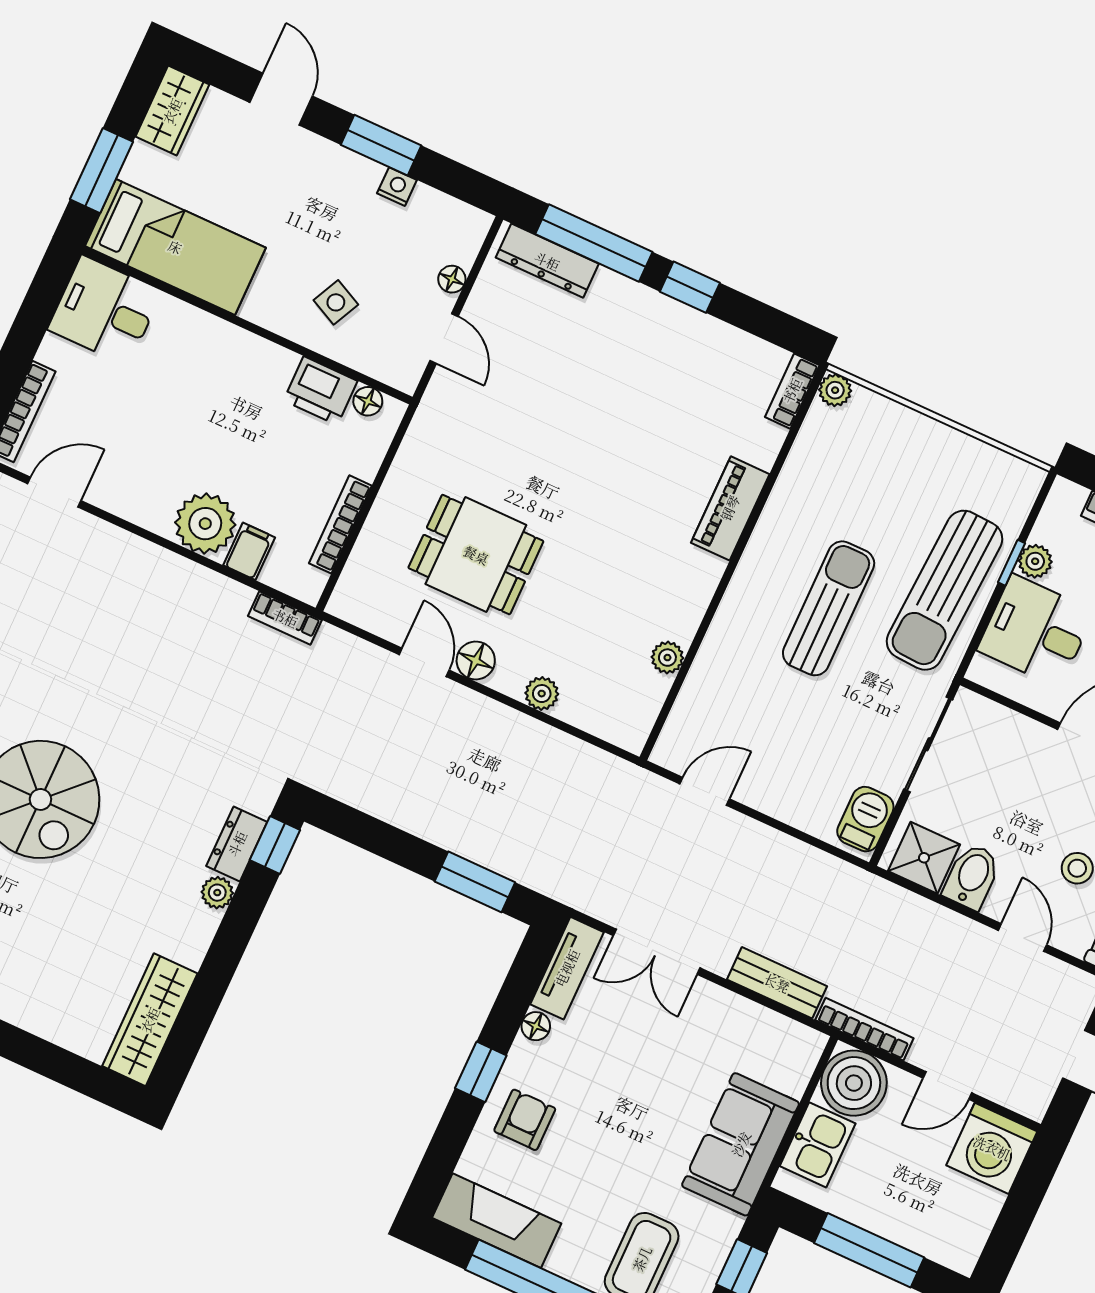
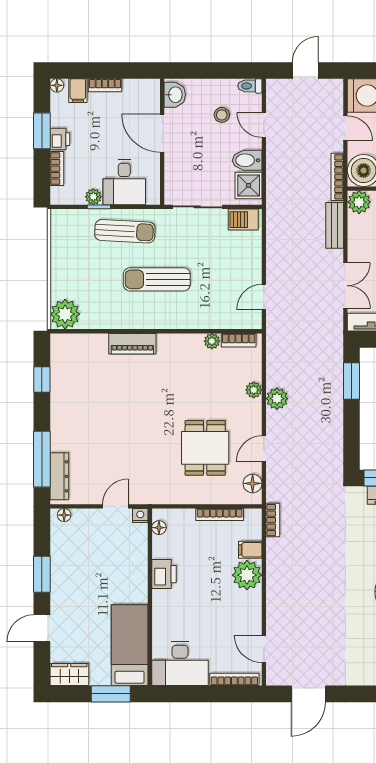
nightstand: (397, 187) -> (140, 516), moved, turned 90
floor lamp: (452, 279) -> (64, 515), moved
window: (690, 287) -> (42, 380), moved
side table: (336, 302) -> (121, 562), removed
desk: (105, 310) -> (180, 664), width x1.37
plant: (835, 390) -> (65, 314), width x1.88, depth x1.88
printer: (320, 391) -> (164, 574), moved
bookcase: (792, 391) -> (239, 340), moved
sun lounger: (945, 590) -> (125, 231), width x0.73, depth x0.75
floor lamp: (476, 660) -> (253, 483), moved
plant: (506, 729) -> (277, 399), added
door: (705, 791) -> (264, 297), hinge flipped
door: (1023, 938) -> (264, 125), hinge flipped
plant: (799, 1048) -> (359, 202), added

